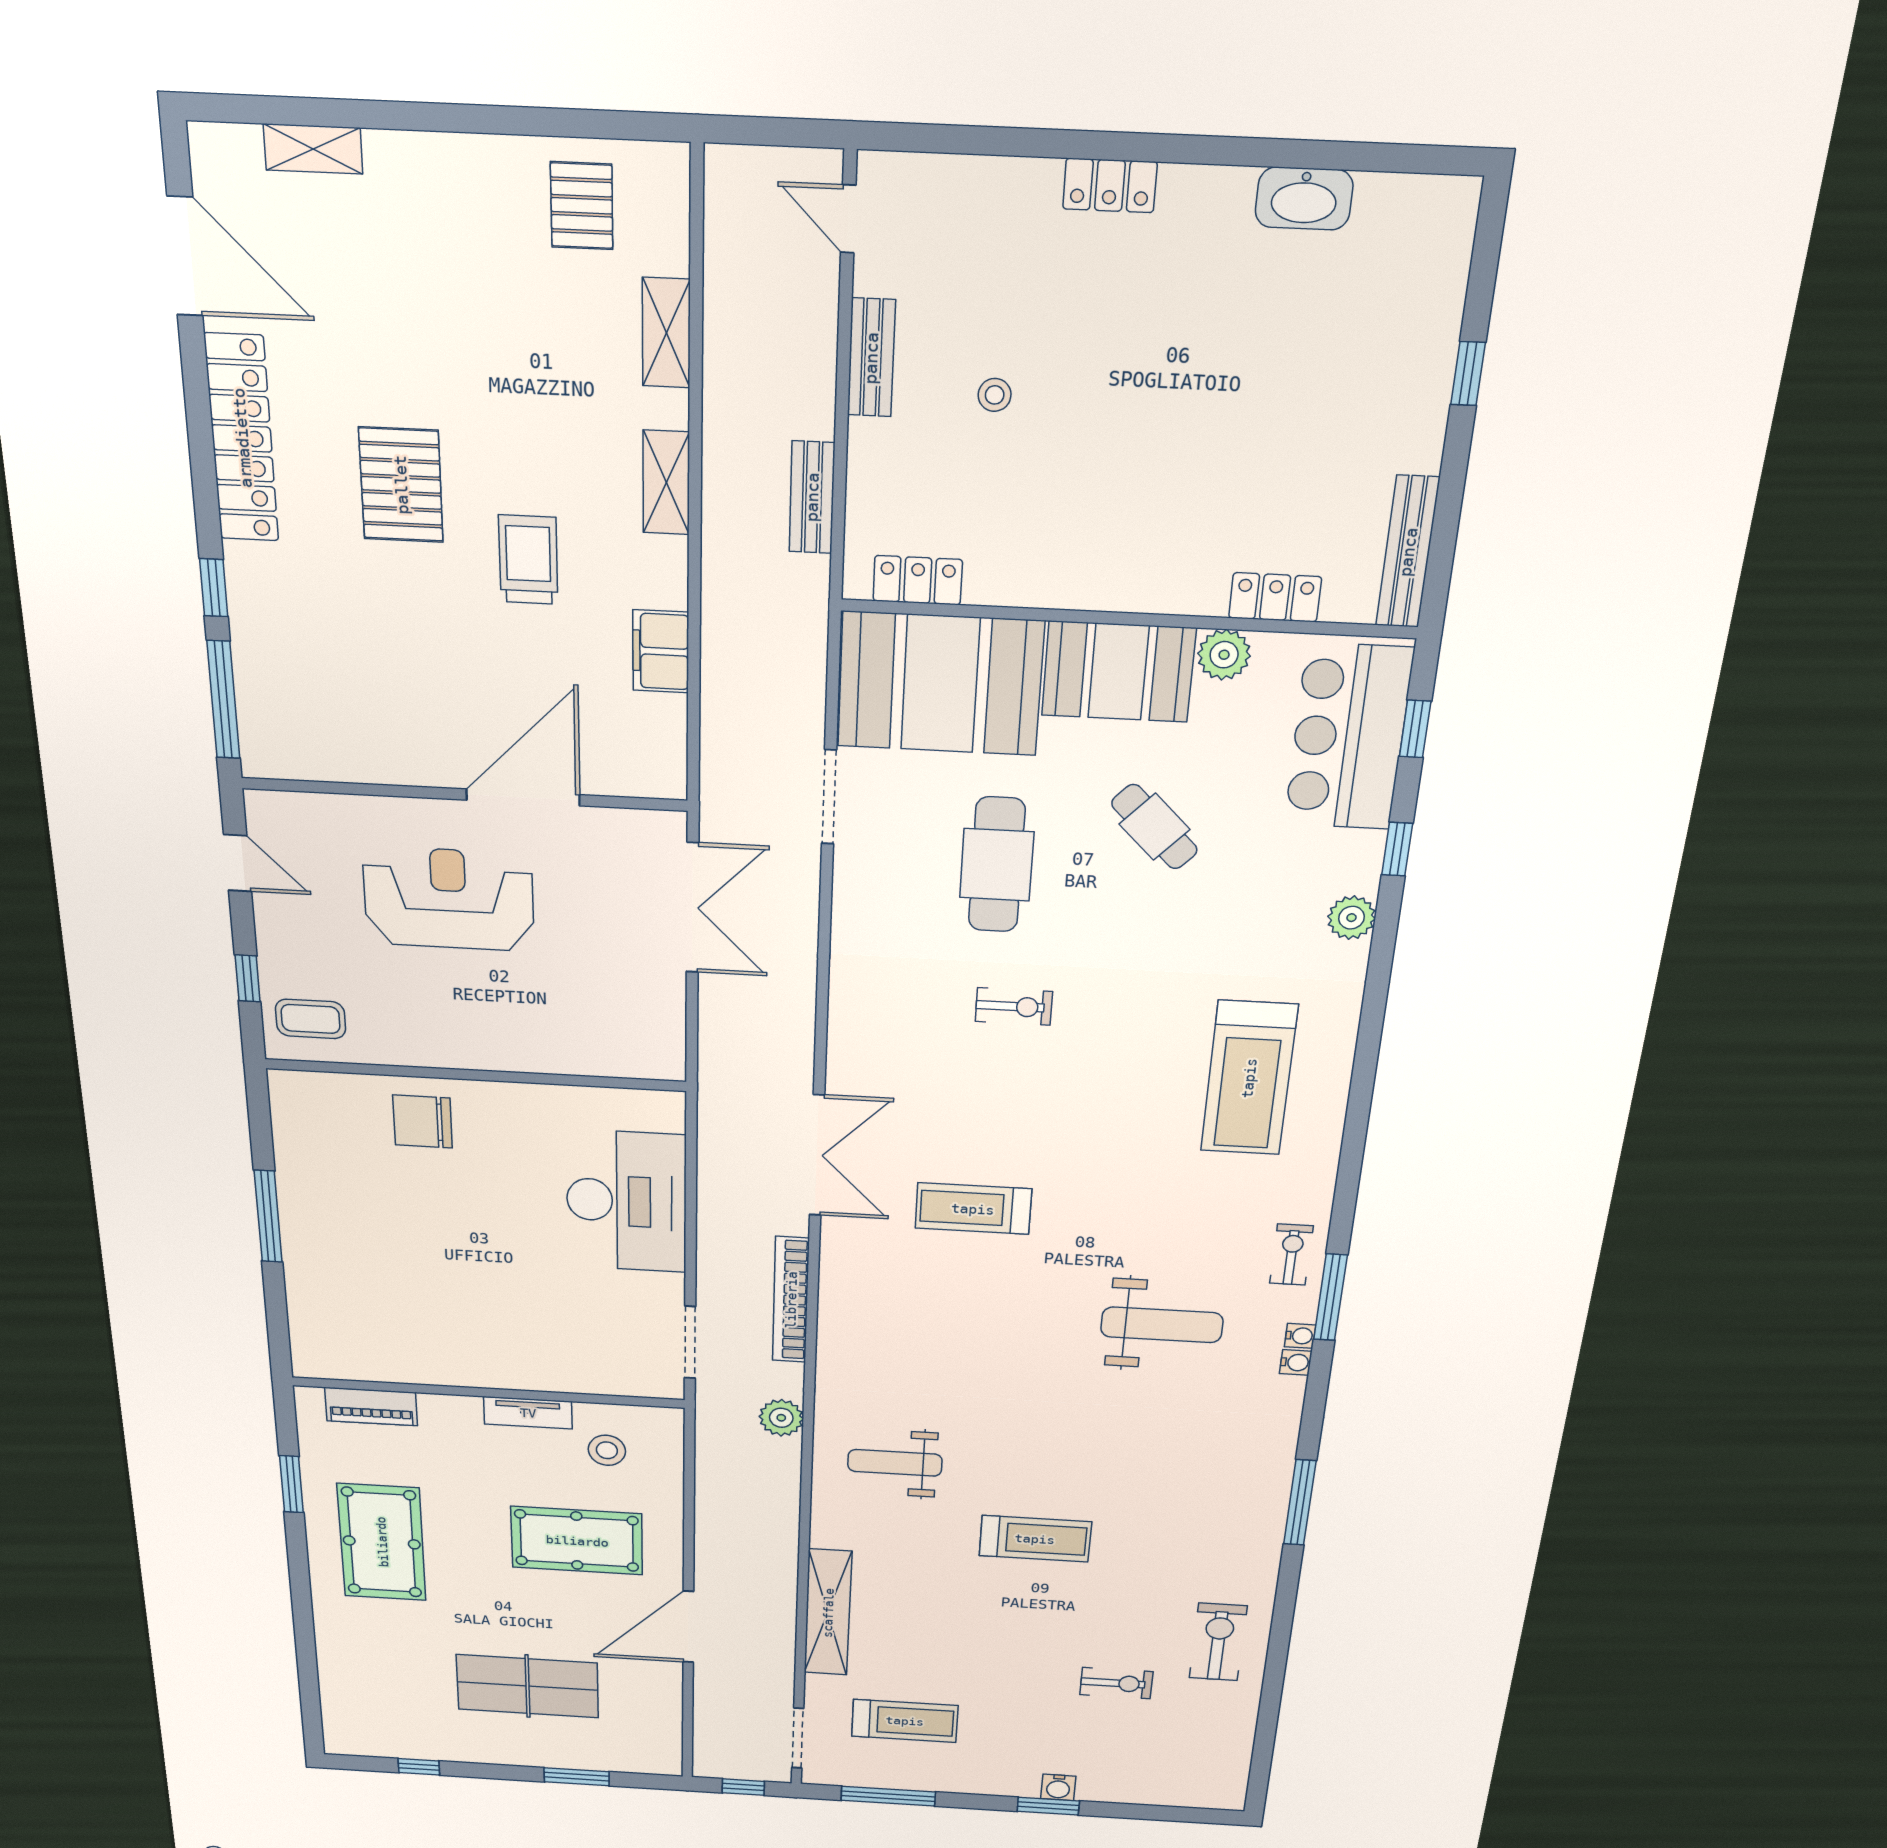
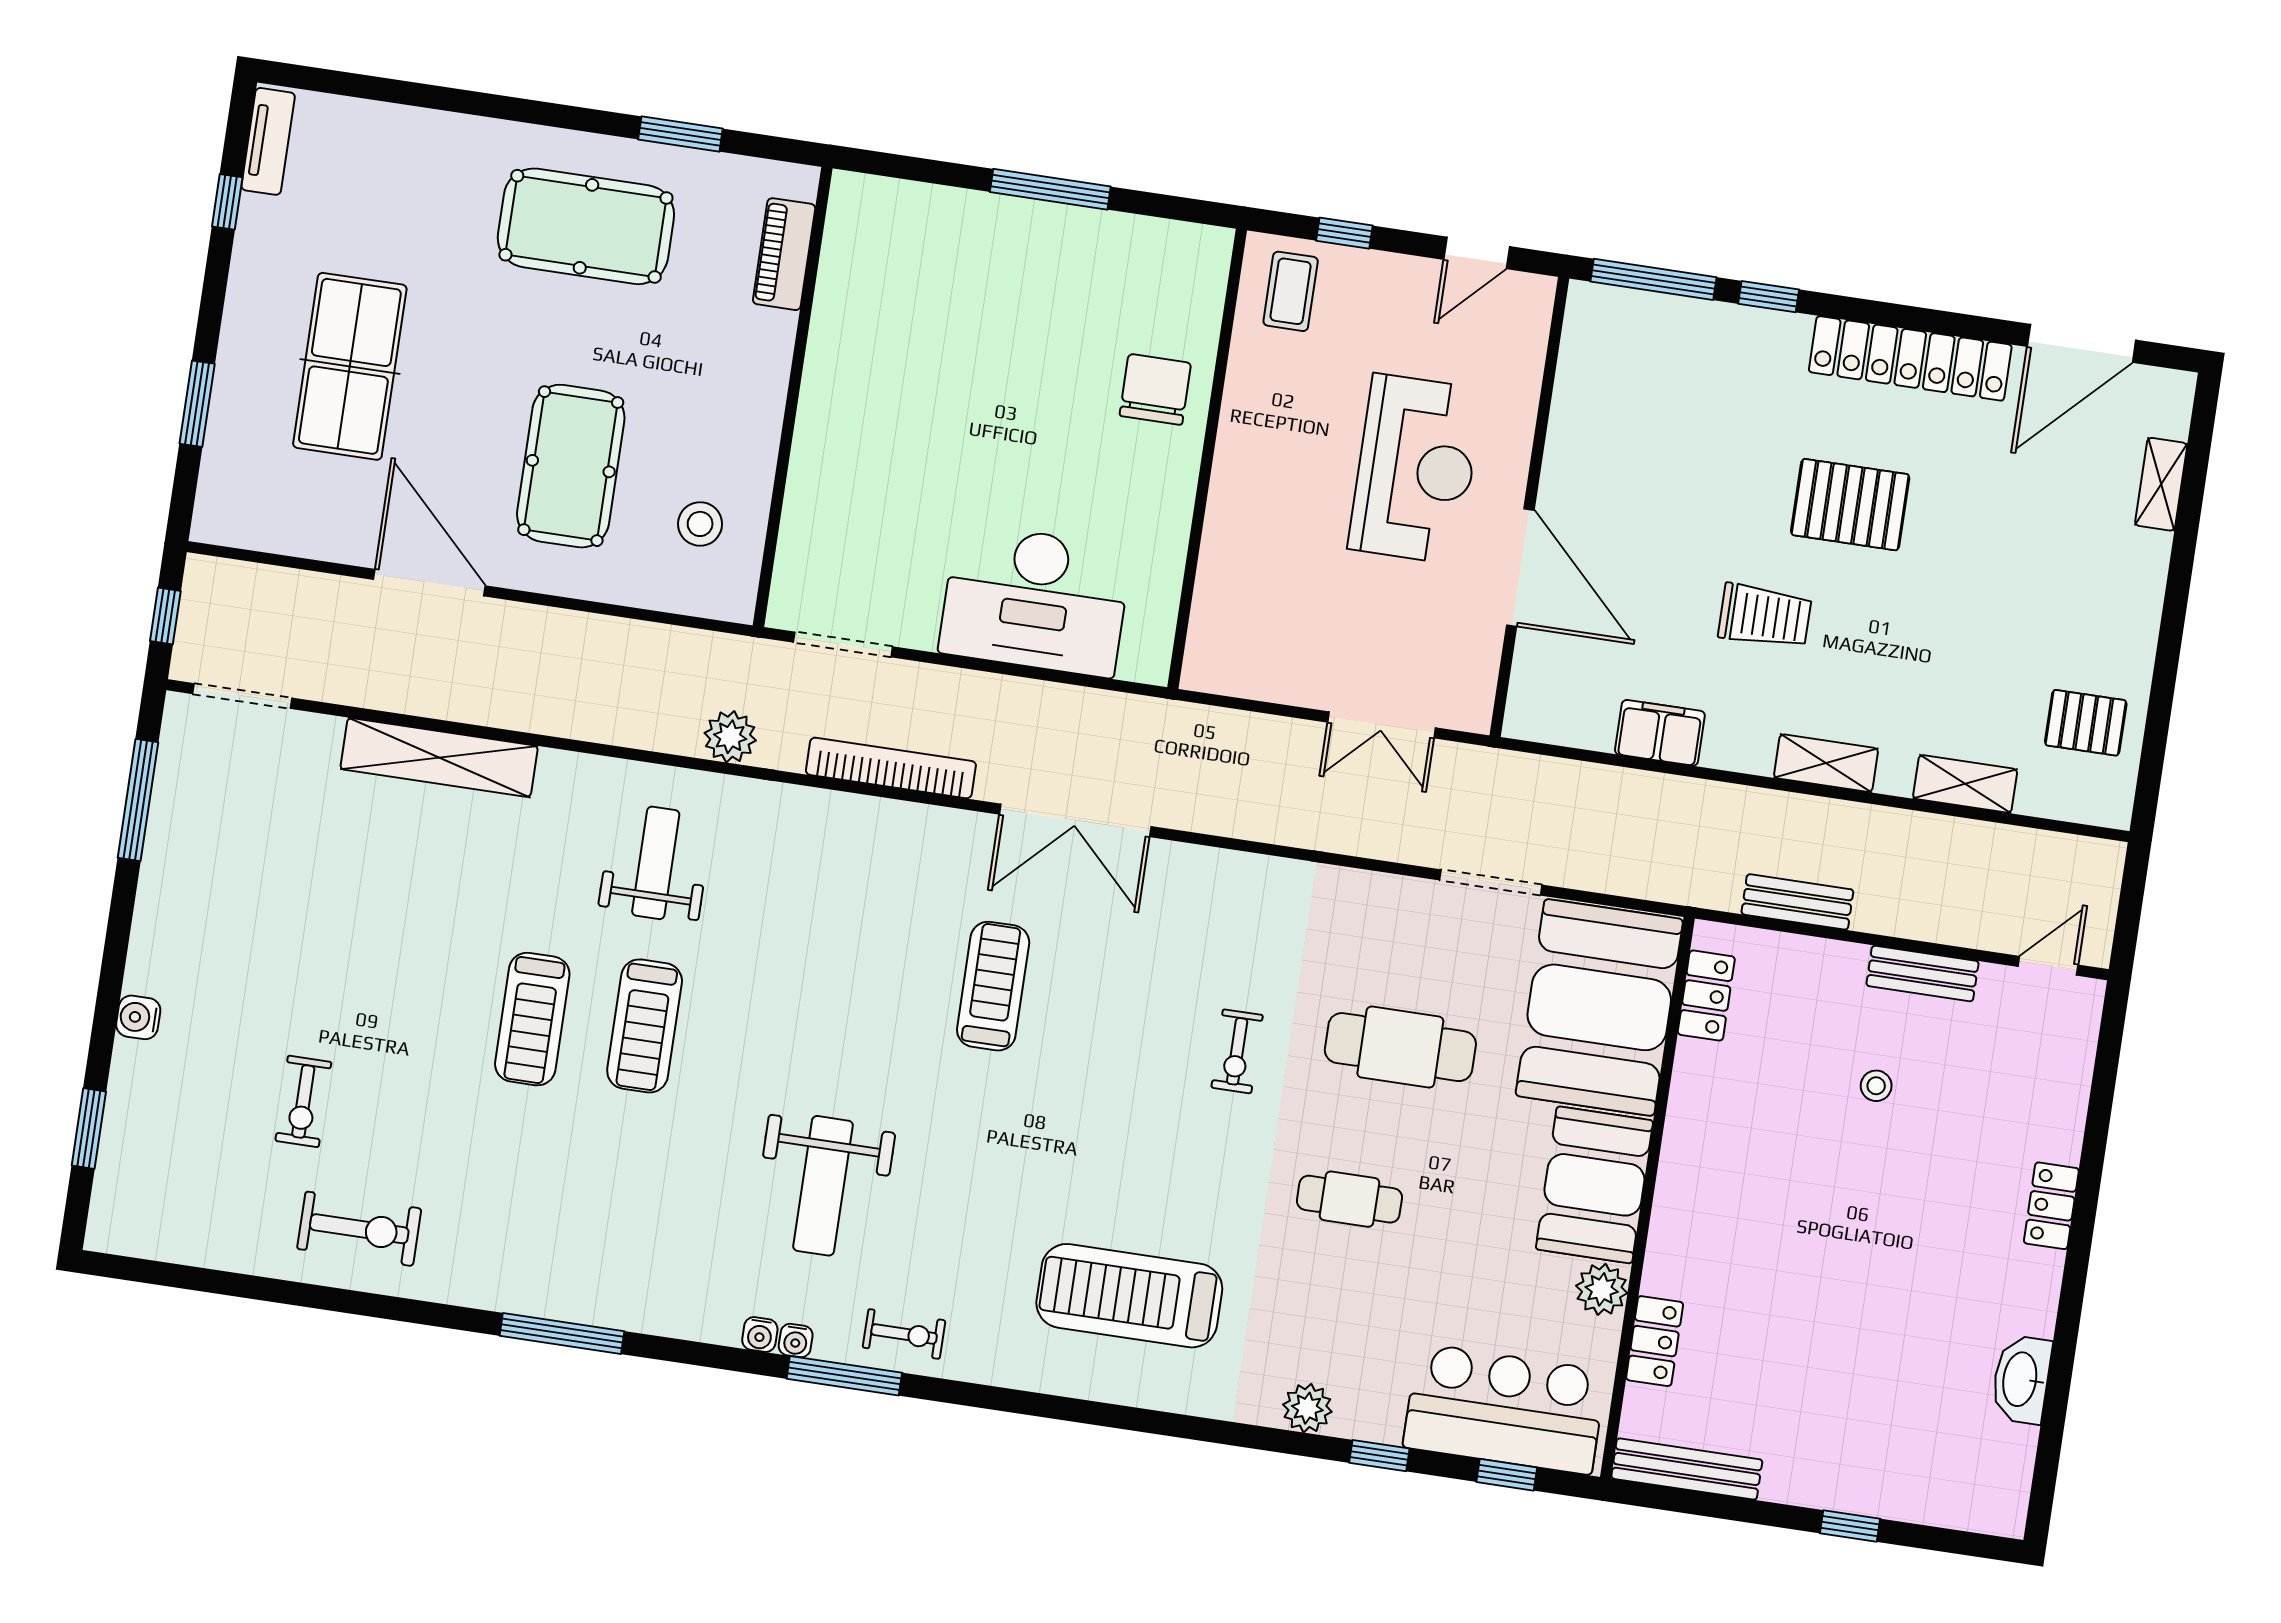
cafe table: (1154, 827) -> (1349, 1199), moved, turned 46
double door: (693, 908) -> (1382, 725), width x0.73
tv unit: (528, 1413) -> (268, 141), moved, turned 180
treadmill: (905, 1721) -> (645, 1026), moved
window: (1048, 1806) -> (89, 1129), moved

